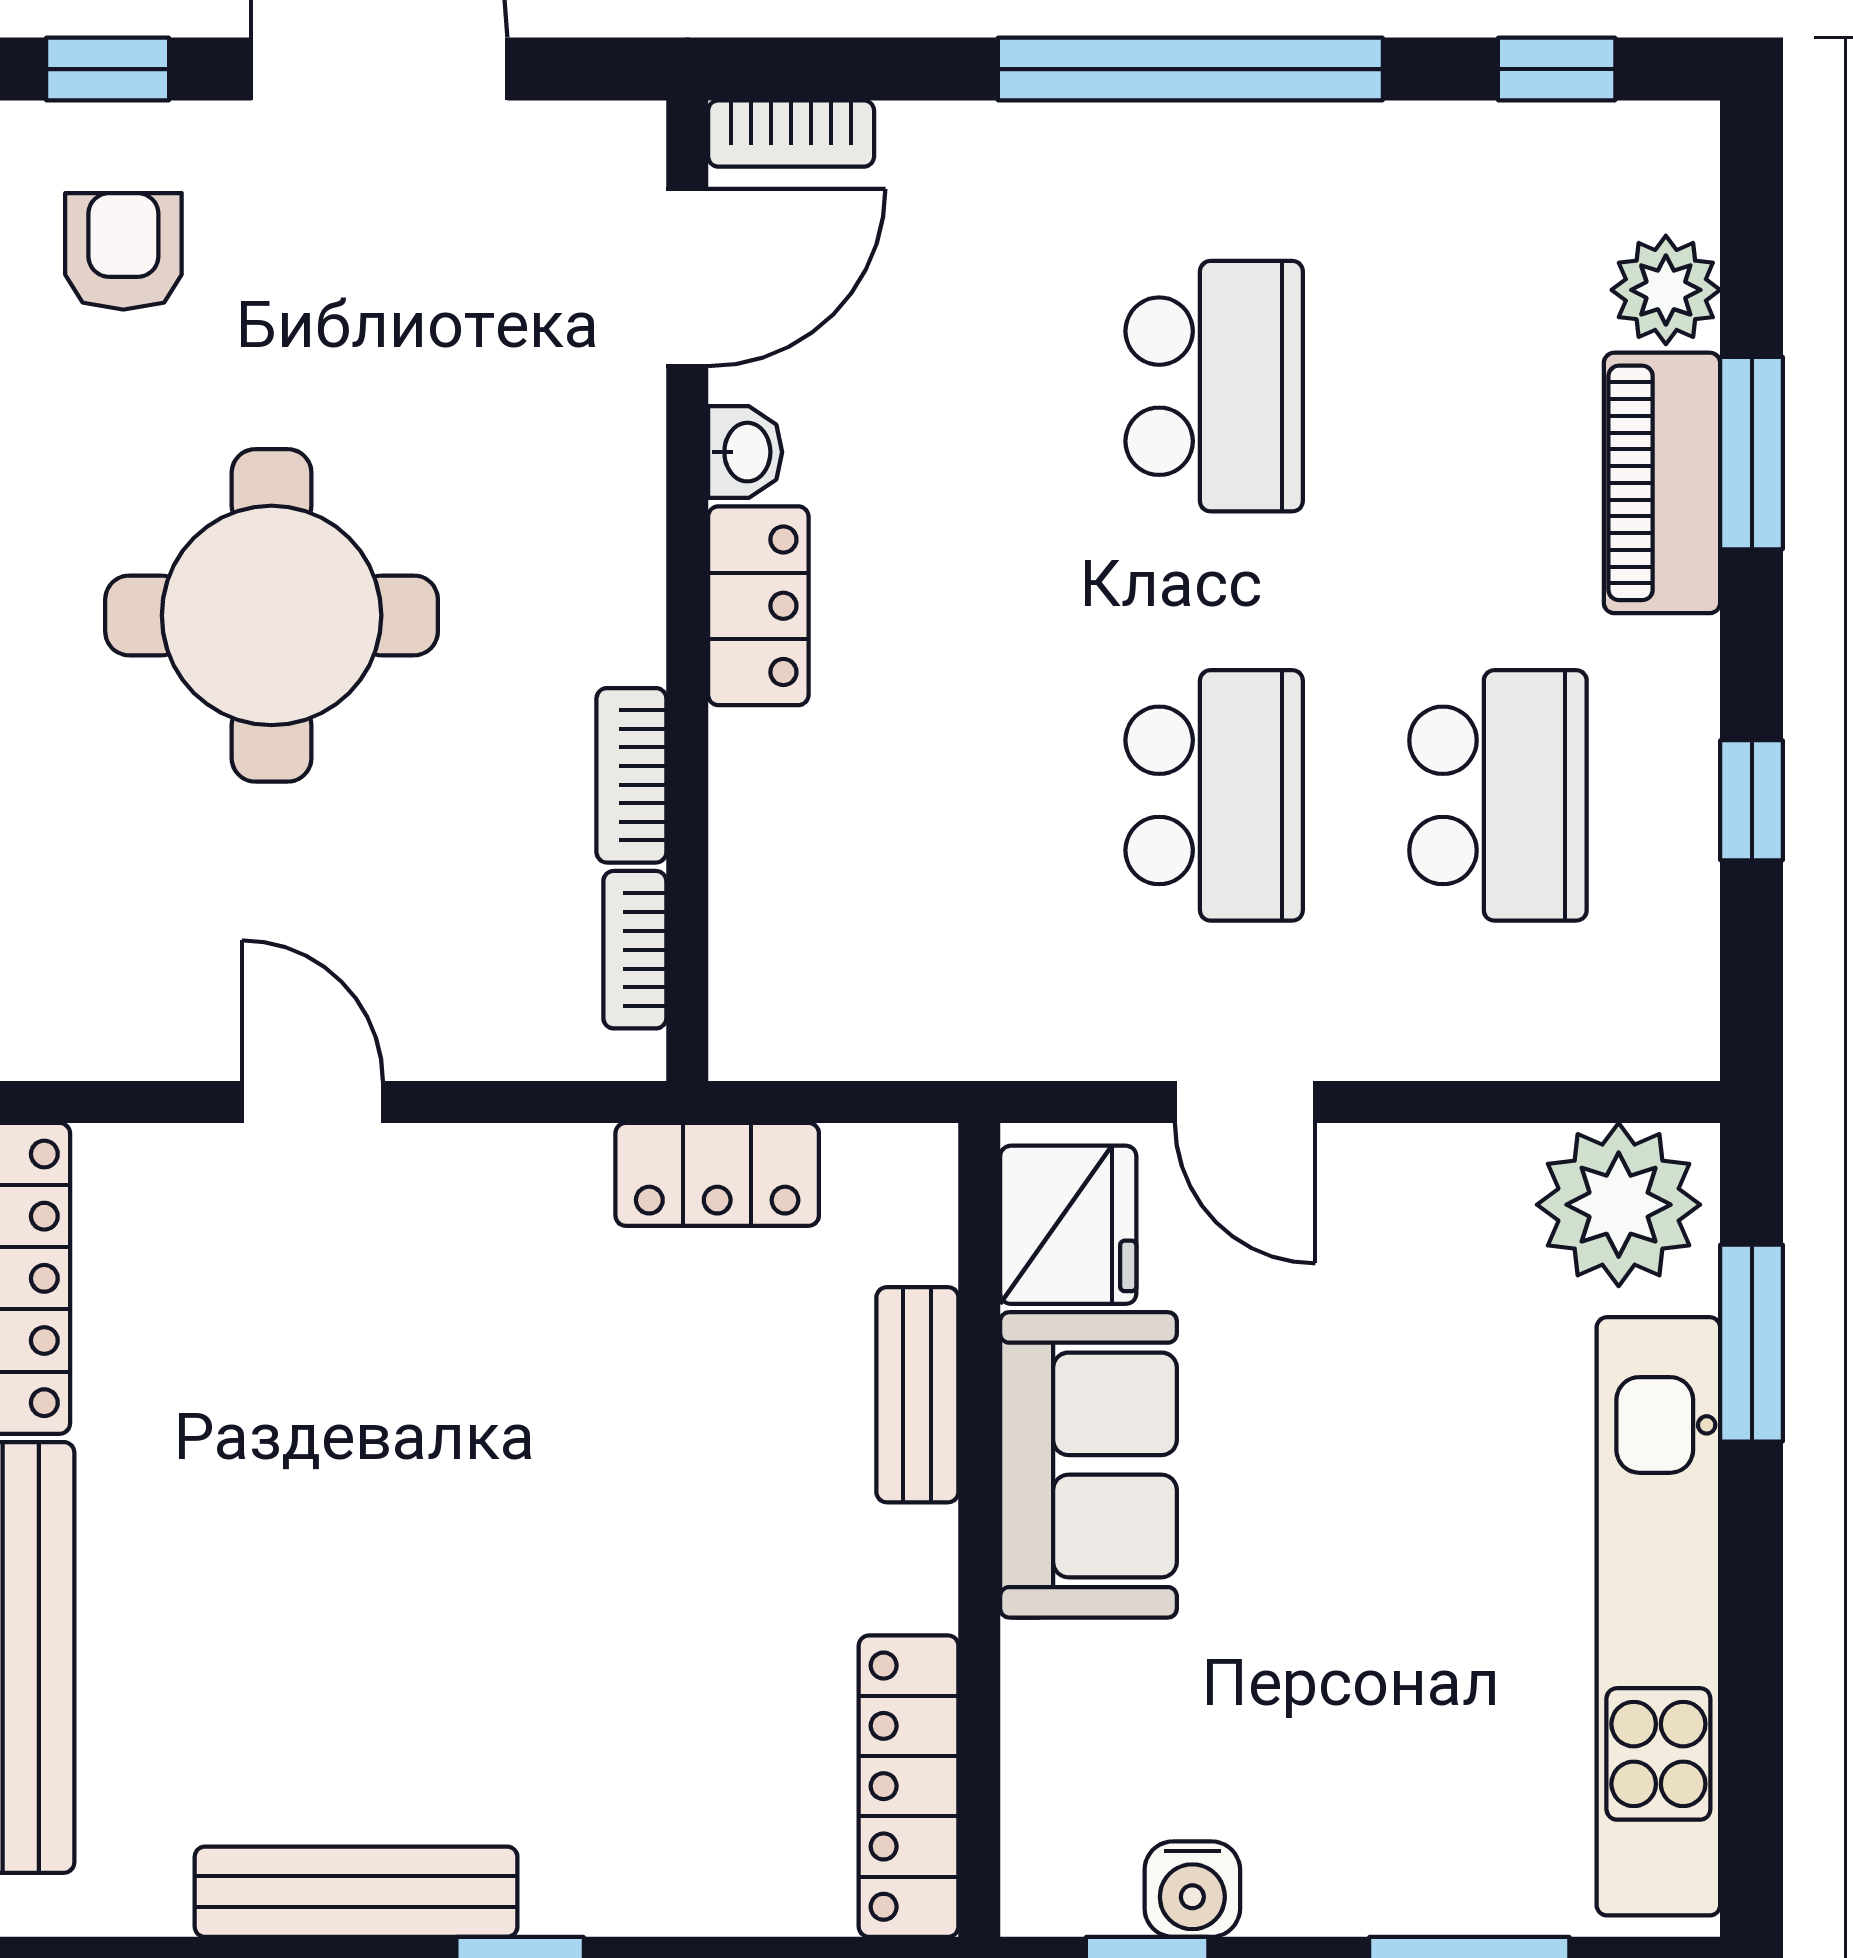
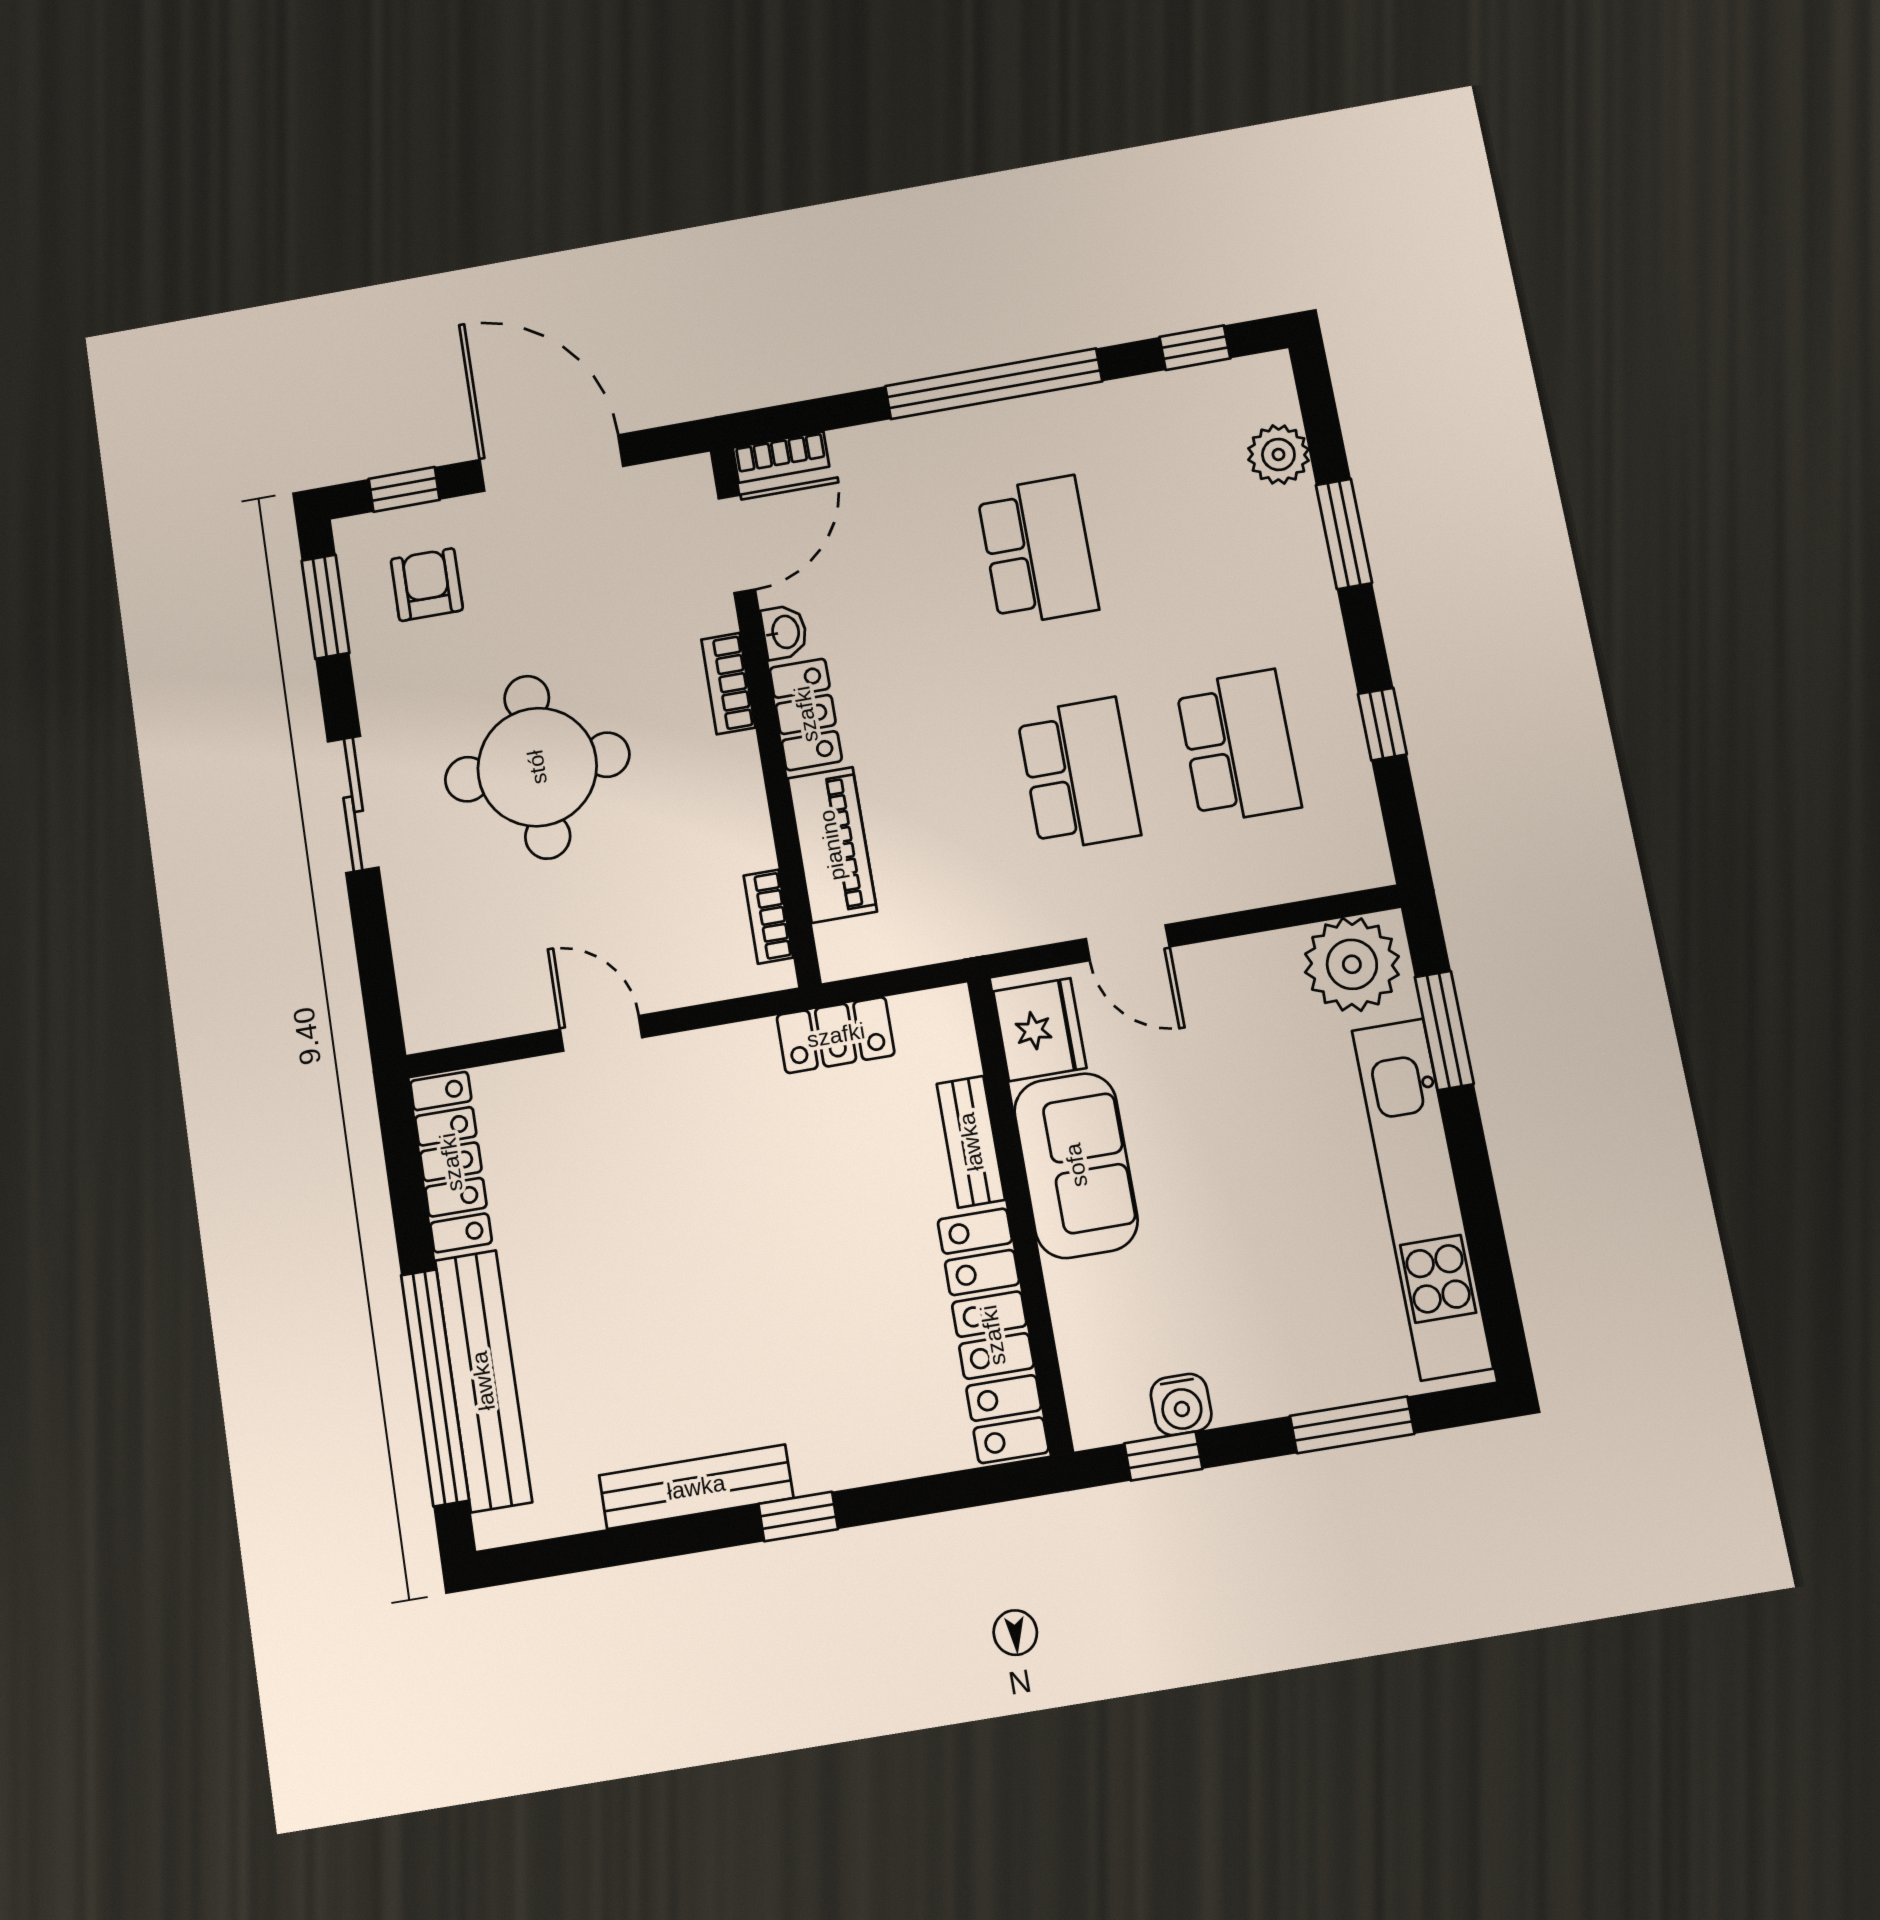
piano: (1662, 483) -> (832, 845), moved, turned 180
bookcase: (631, 775) -> (728, 684), moved
locker: (909, 1786) -> (993, 1335), width x1.41, depth x1.21

